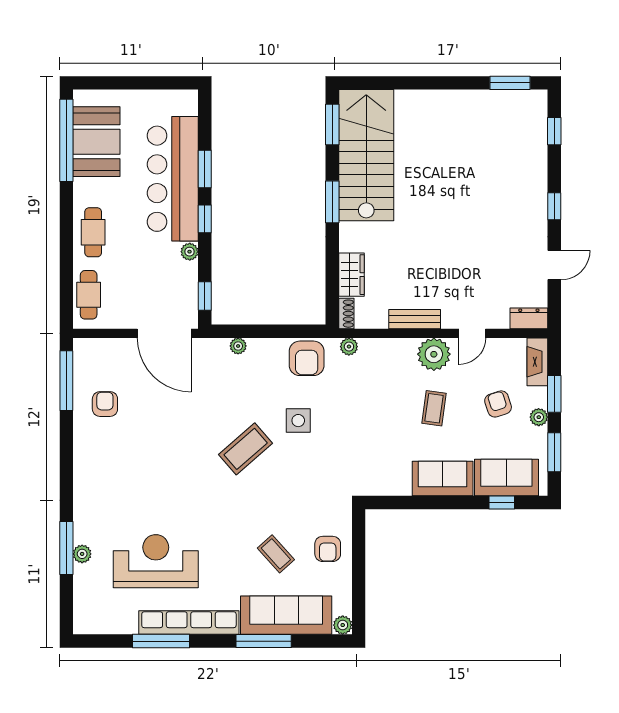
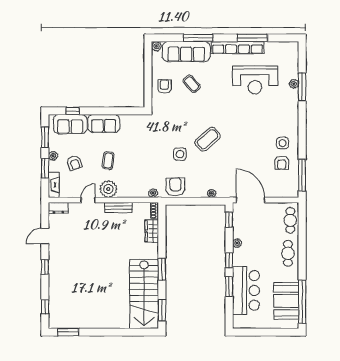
bar counter: (173, 179) -> (246, 290), width x0.73
side table: (103, 441) -> (283, 143), added

